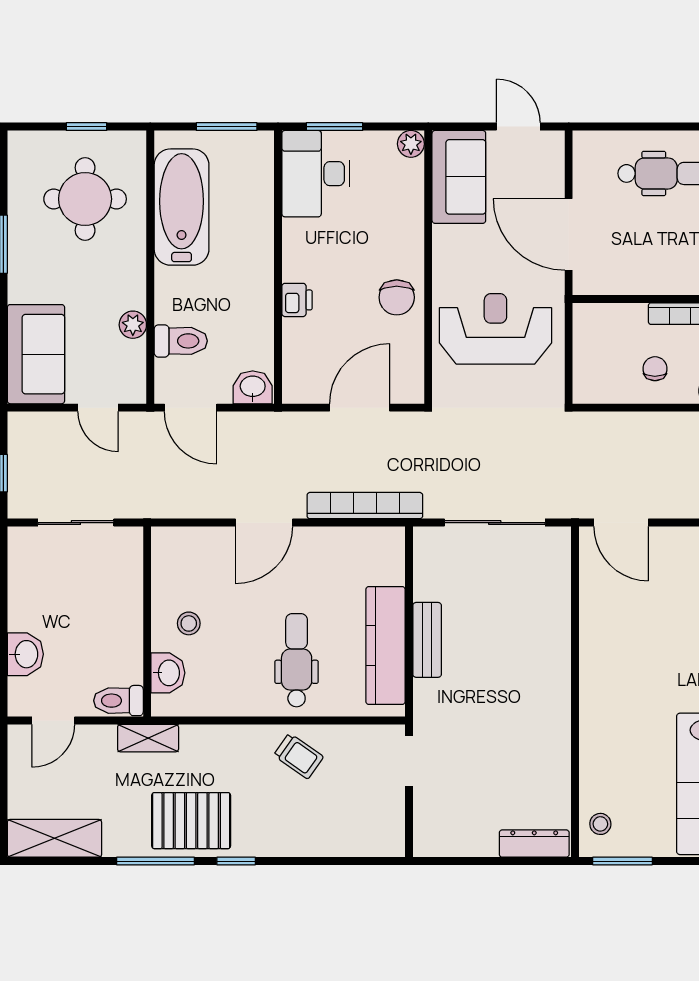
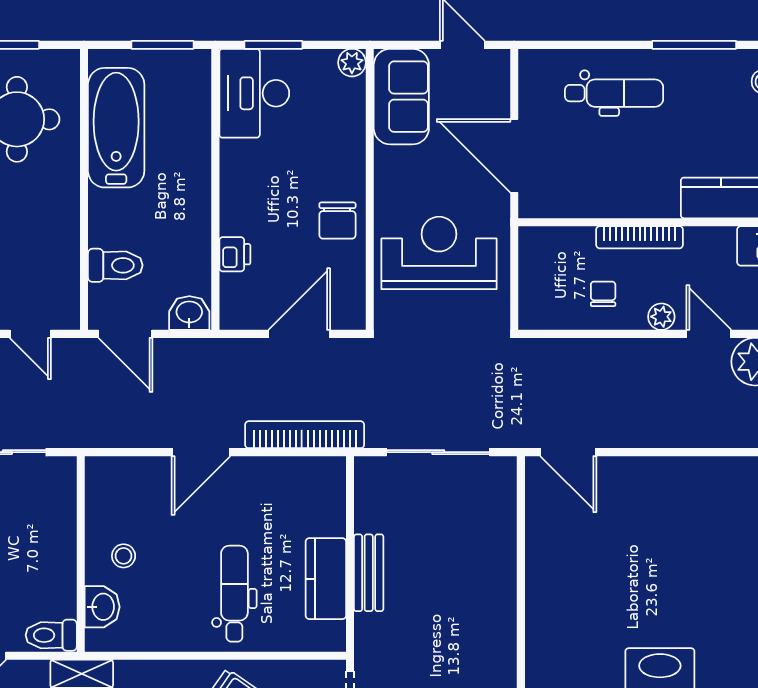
printer: (297, 300) -> (235, 254), moved
plant: (133, 325) -> (66, 249), removed
kitchen counter: (386, 646) -> (326, 579), width x0.67

